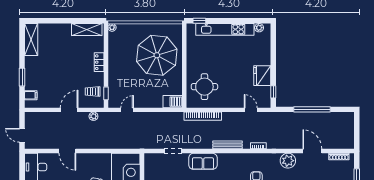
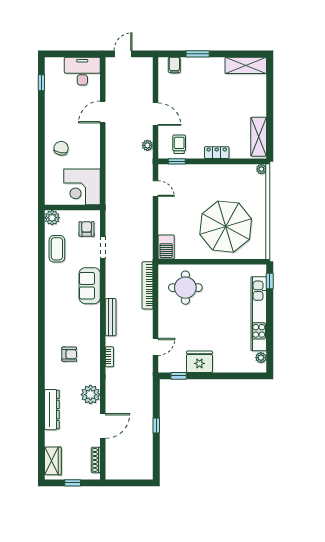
window: (312, 109) -> (156, 425), width x0.32
armchair: (159, 164) -> (87, 229), added

